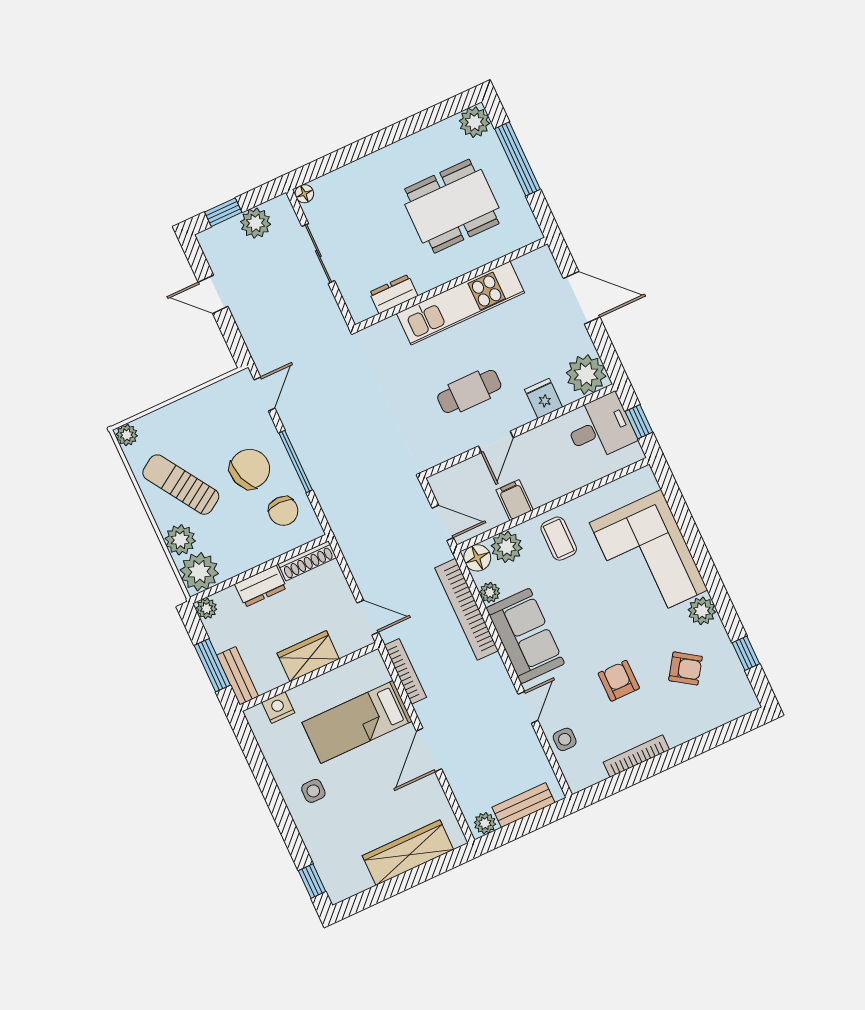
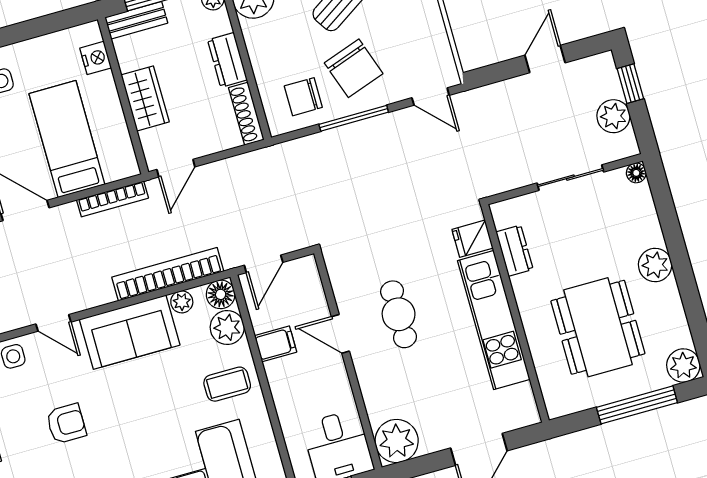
plant: (386, 163) -> (655, 265), added
fridge: (544, 398) -> (472, 239), moved, turned 180

